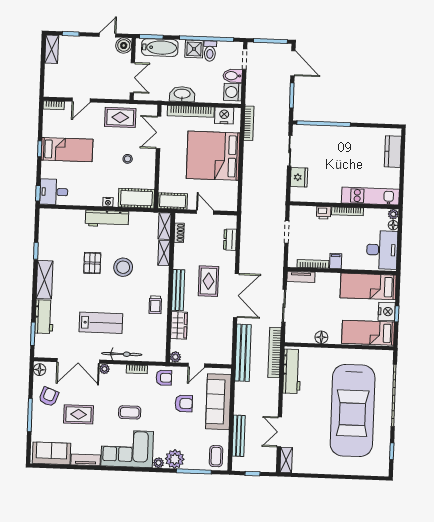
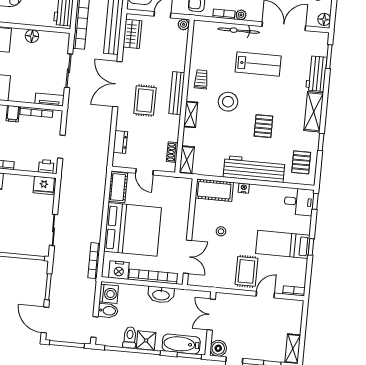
rug: (120, 117) -> (246, 271), moved, turned 90
fridge: (299, 177) -> (44, 185), moved, turned -90
cot: (173, 201) -> (118, 187), moved, turned 90
printer: (324, 213) -> (46, 166), moved
workbench: (107, 219) -> (254, 169), width x1.36, depth x1.32
pallet: (54, 230) -> (301, 162), added
shelving: (164, 253) -> (191, 114), moved
stool: (123, 267) -> (228, 102), moved
lab bench: (101, 323) -> (258, 64), turned 180
wardrobe: (179, 325) -> (132, 34), moved, turned 180
plant: (104, 369) -> (241, 15), moved

